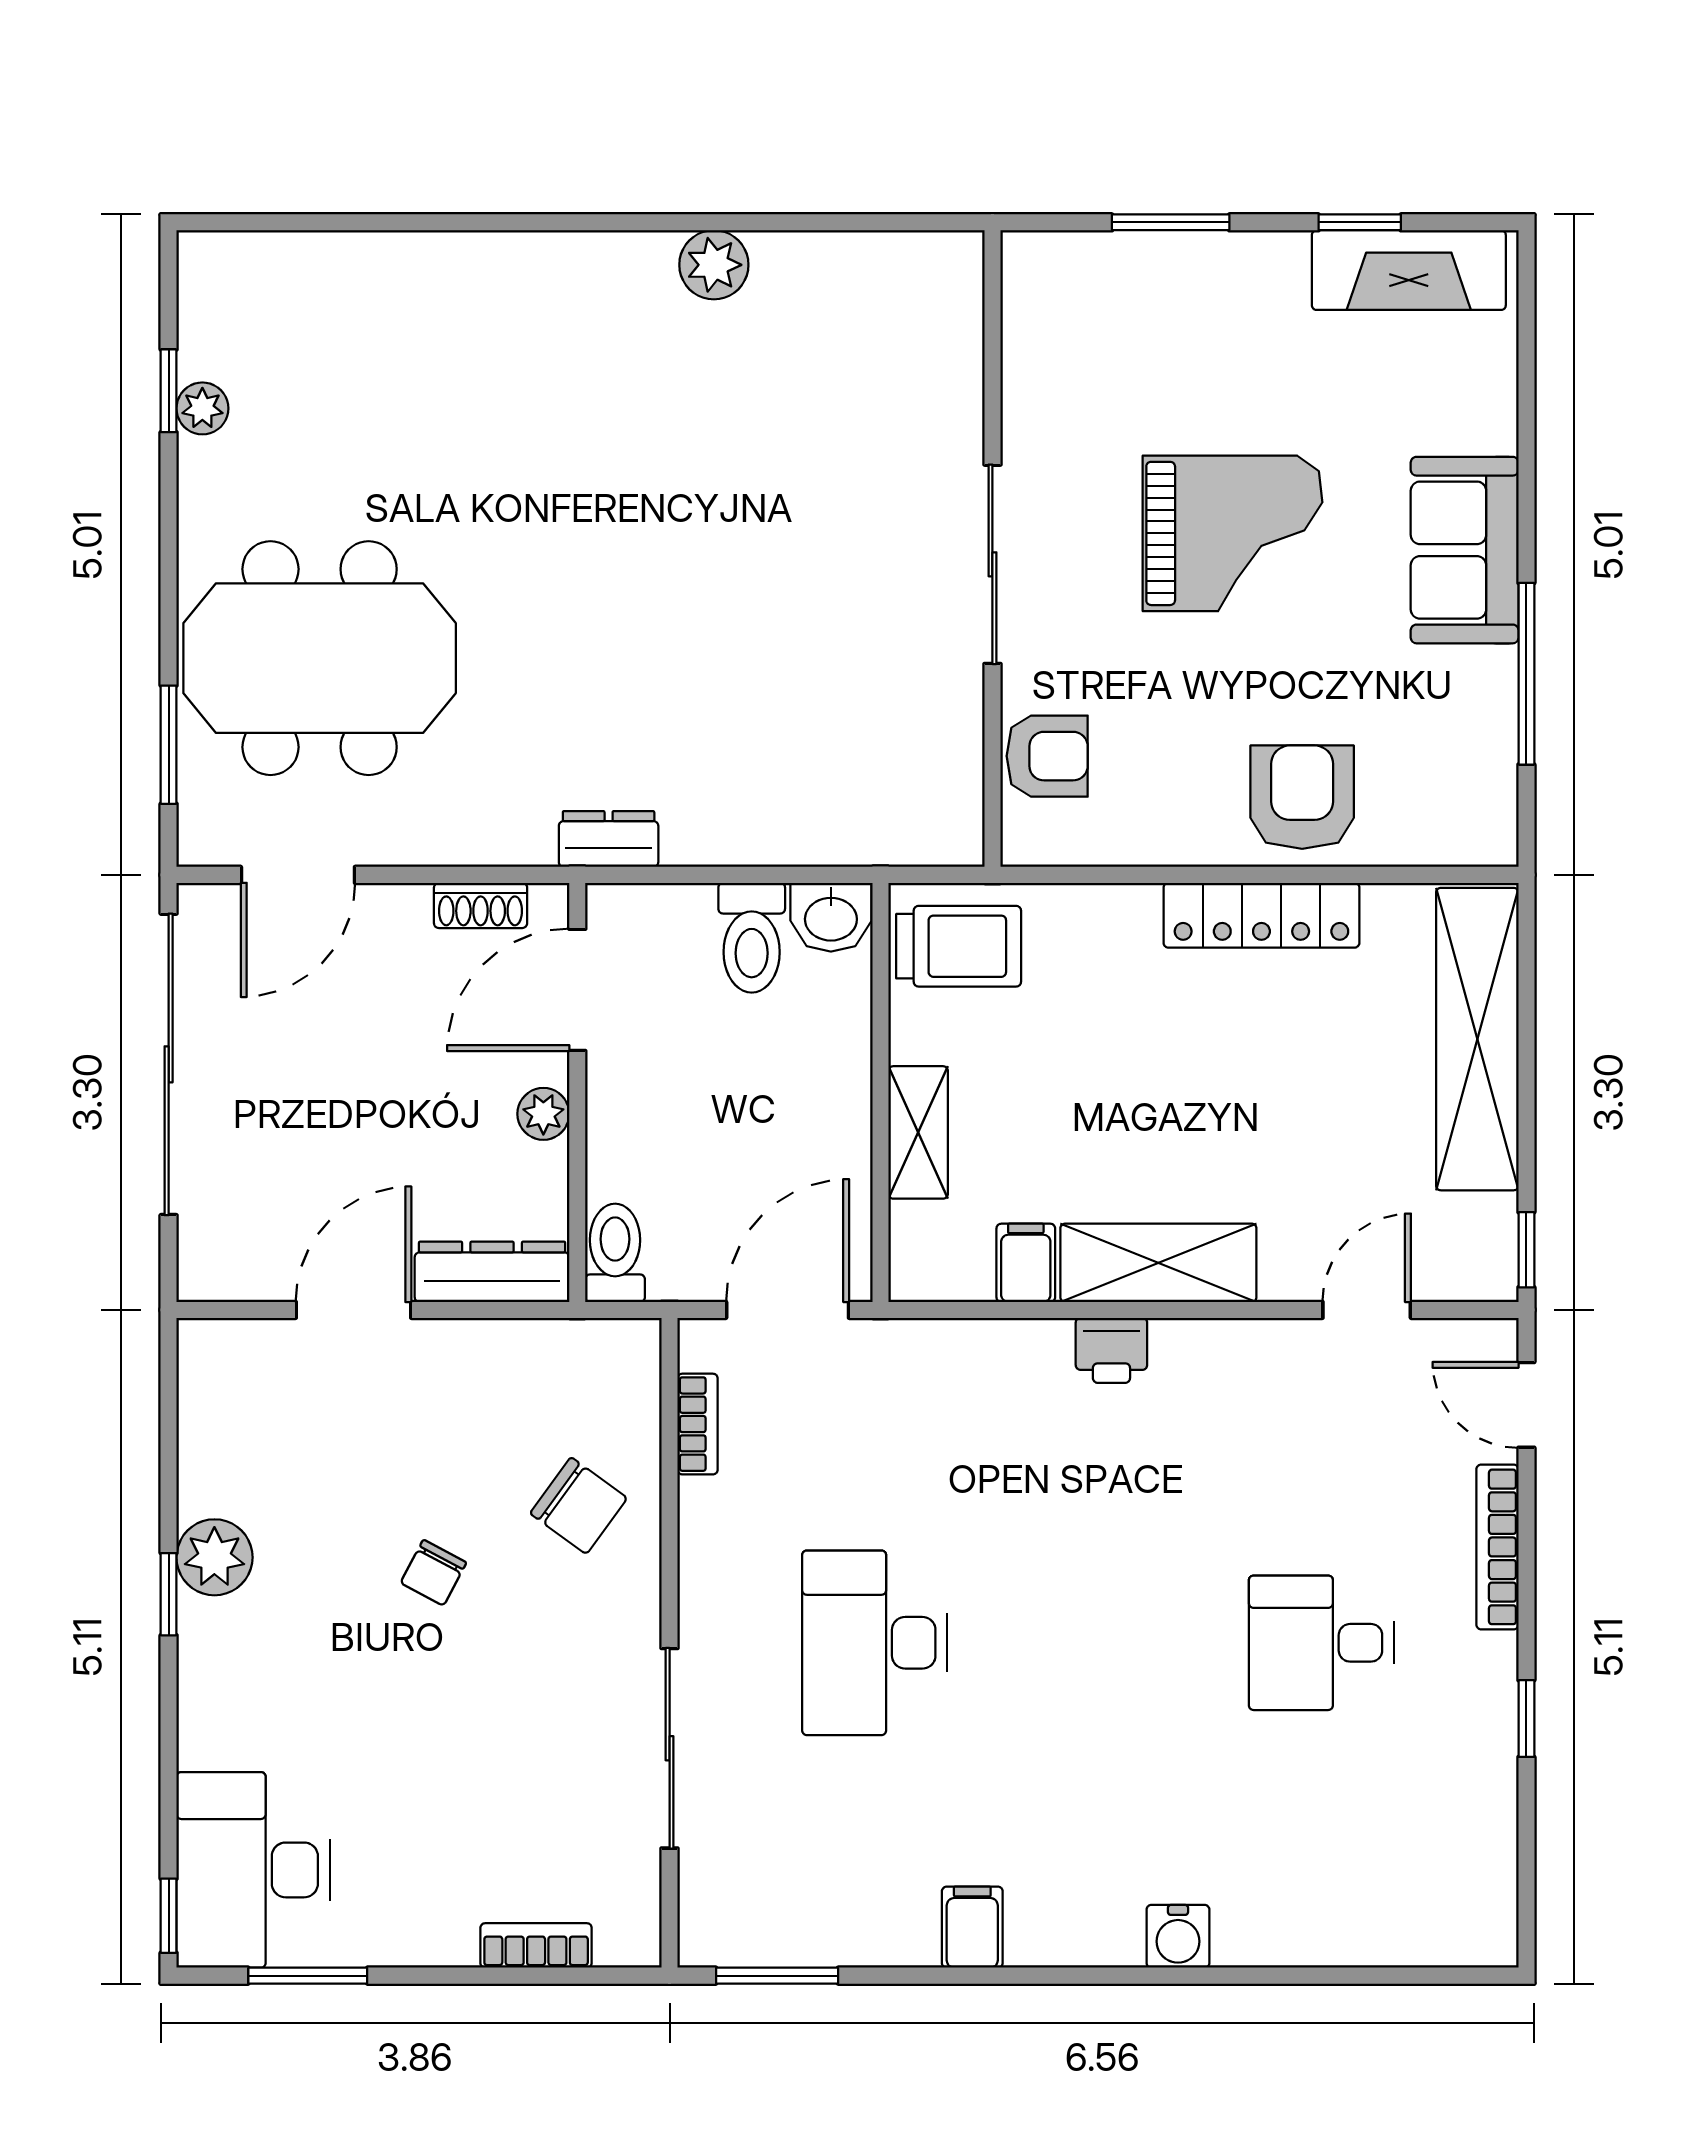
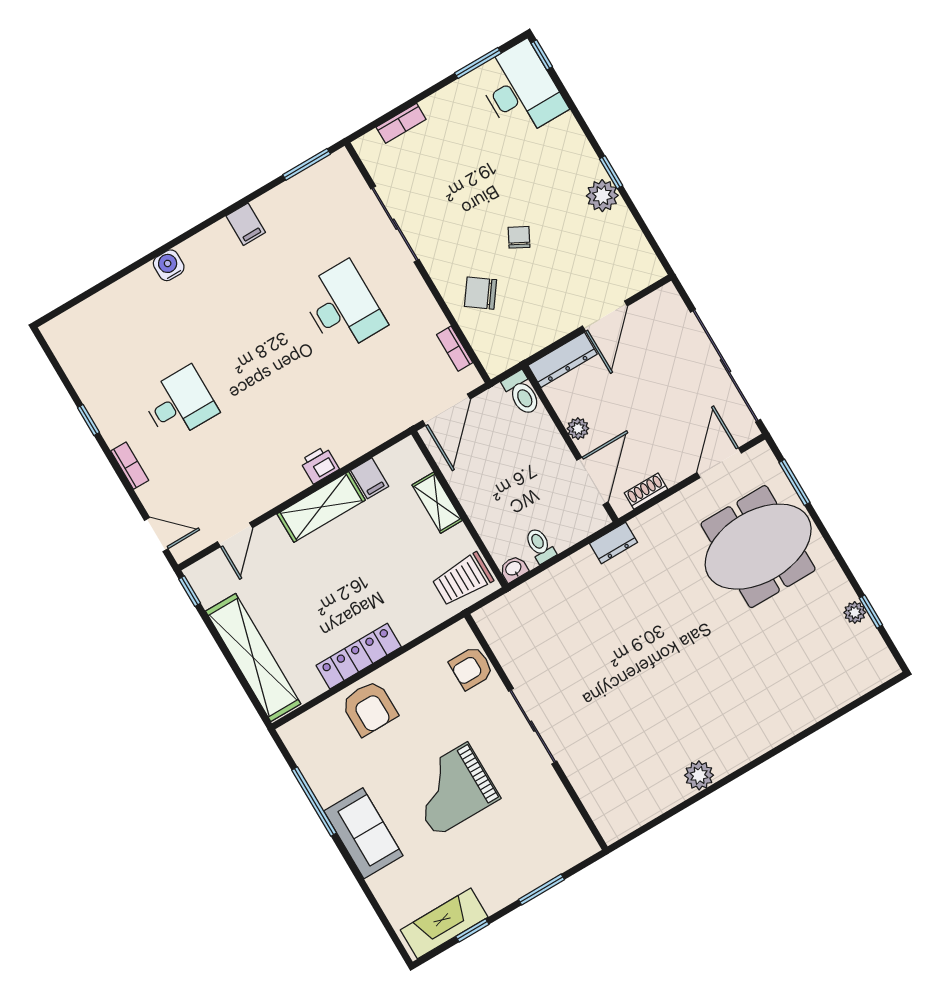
washbasin: (831, 917) -> (514, 569), width x0.72, depth x0.69
toilet: (752, 938) -> (540, 545), width x0.73, depth x0.72
bookcase: (1497, 1547) -> (130, 466), width x0.64

